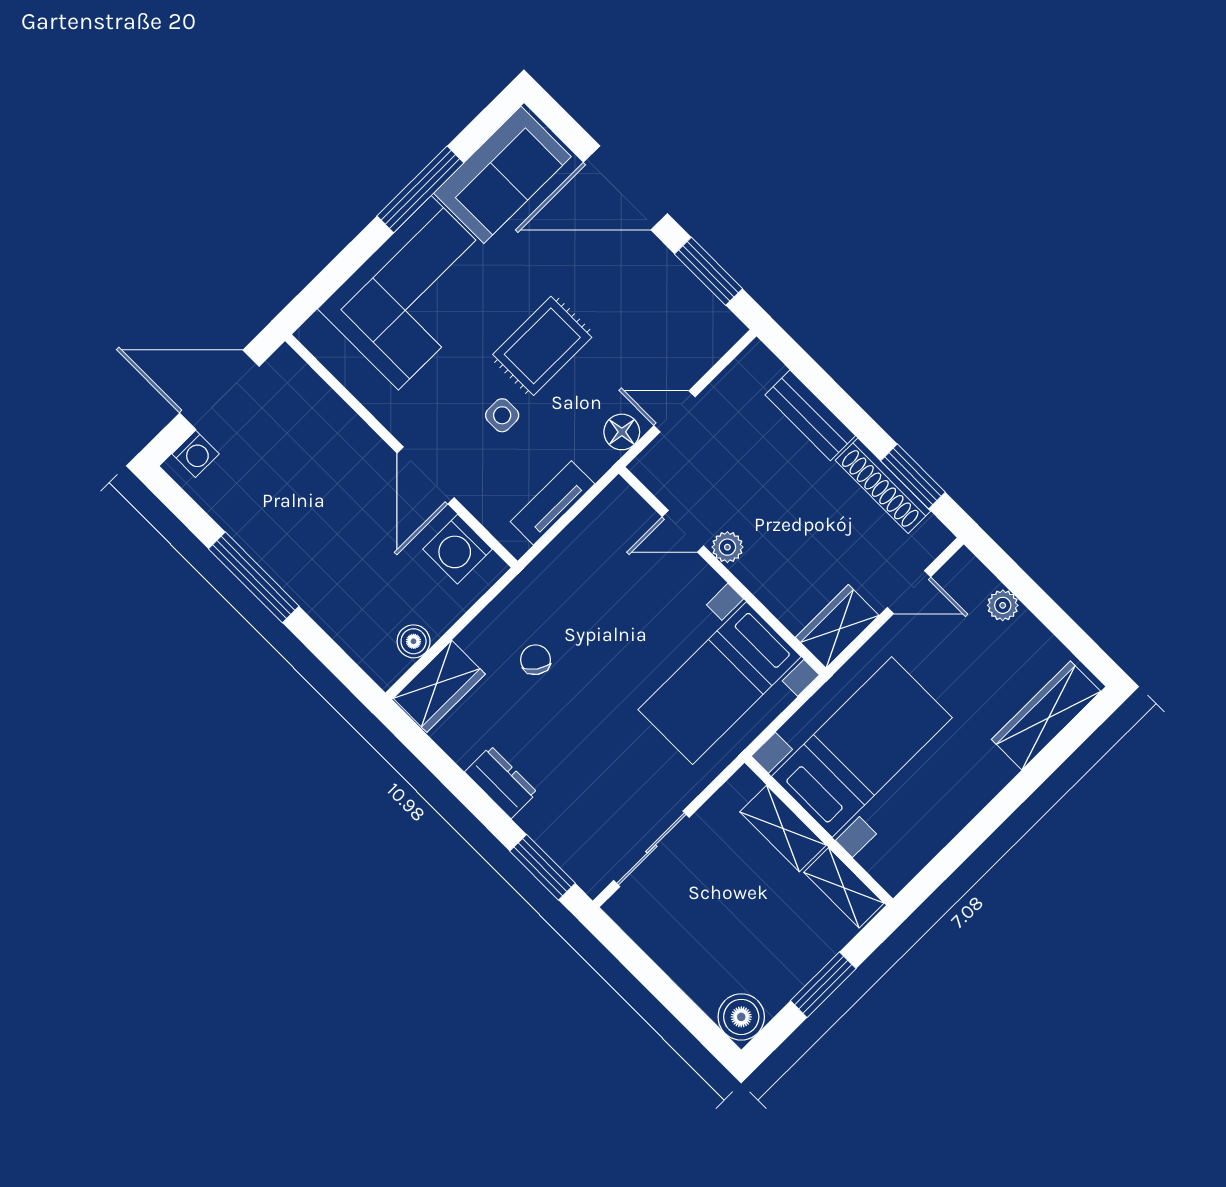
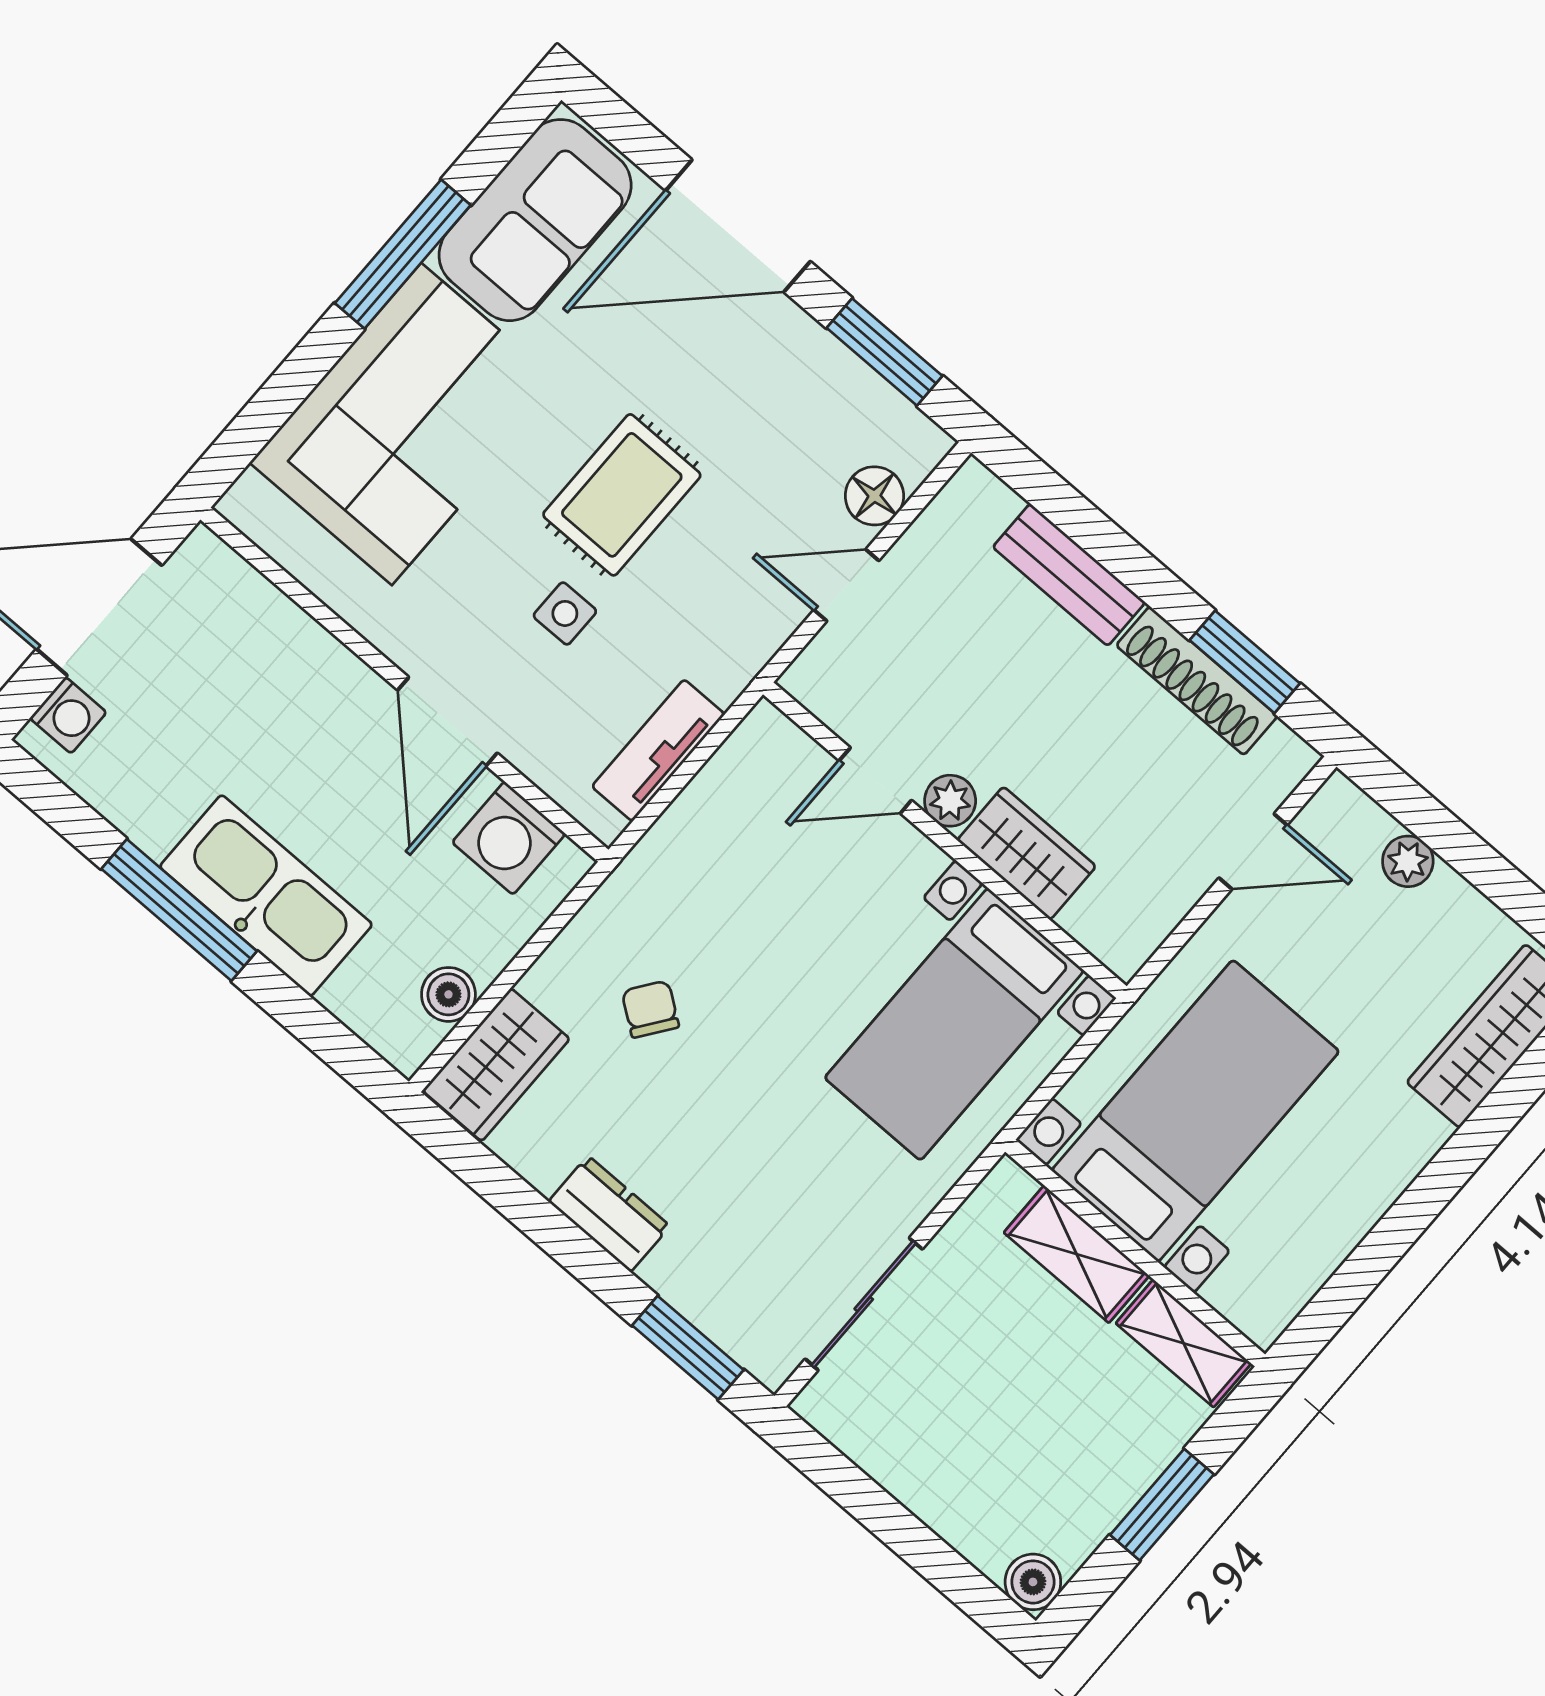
floor lamp: (622, 432) -> (874, 496), moved
kitchen sink: (307, 573) -> (266, 896), added
wardrobe: (837, 626) -> (1027, 853), moved, turned 90
boiler: (741, 1017) -> (1033, 1582), width x0.73, depth x0.73

